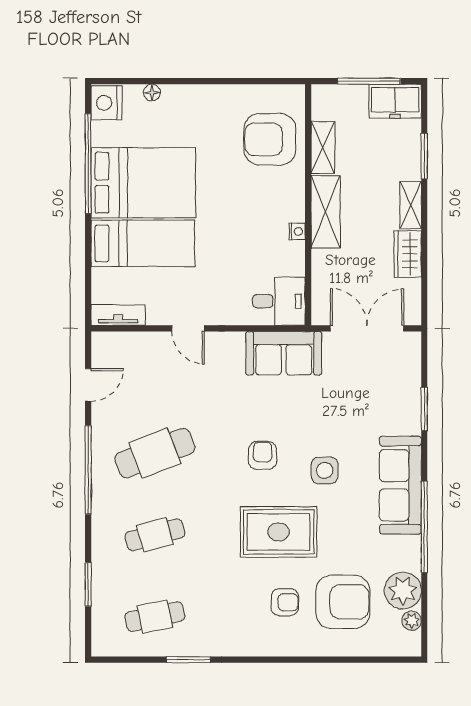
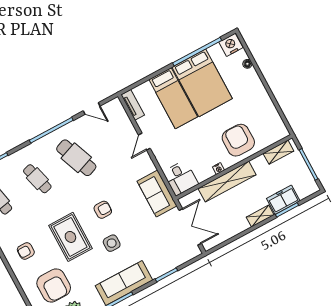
freezer: (395, 101) -> (283, 200), moved, turned 90
armchair: (270, 139) -> (238, 140), moved
shelving: (323, 148) -> (278, 152), moved
shelving: (326, 212) -> (227, 182), width x1.47
wardrobe: (408, 254) -> (236, 227), removed
armchair: (285, 602) -> (26, 251), moved, turned 90

